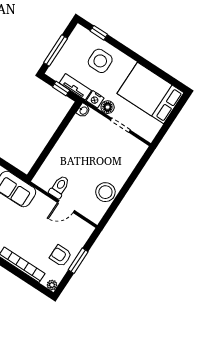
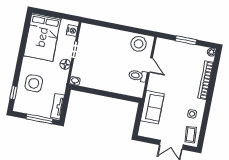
tv unit: (75, 87) -> (58, 106), moved
window: (61, 89) -> (65, 104), removed
nightstand: (95, 99) -> (72, 31), moved
stool: (105, 192) -> (139, 44), moved
armchair: (61, 256) -> (188, 54), removed

